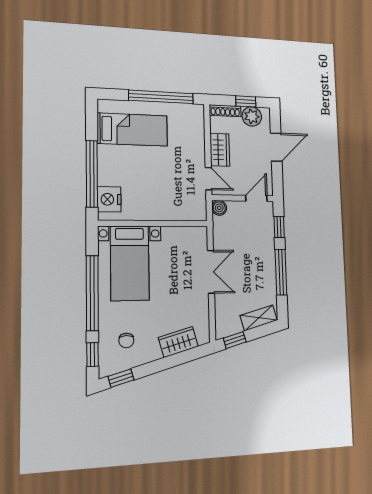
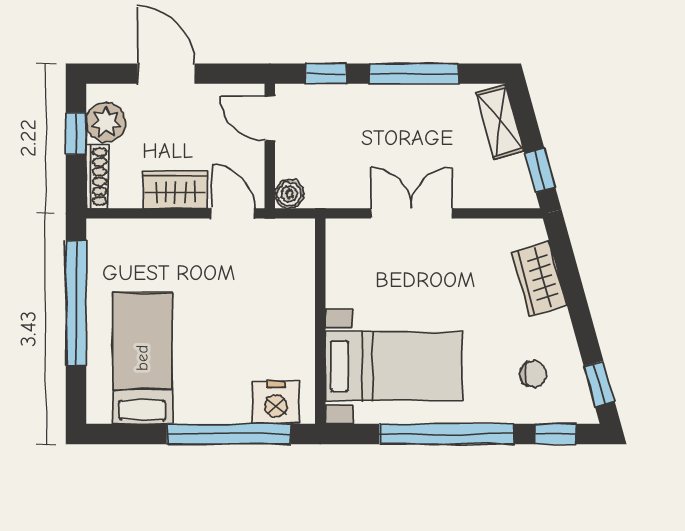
door: (209, 179) -> (233, 213), hinge flipped

